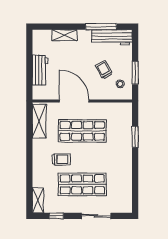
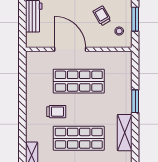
shelving: (39, 121) -> (125, 133), moved
window: (135, 137) -> (135, 101), moved

